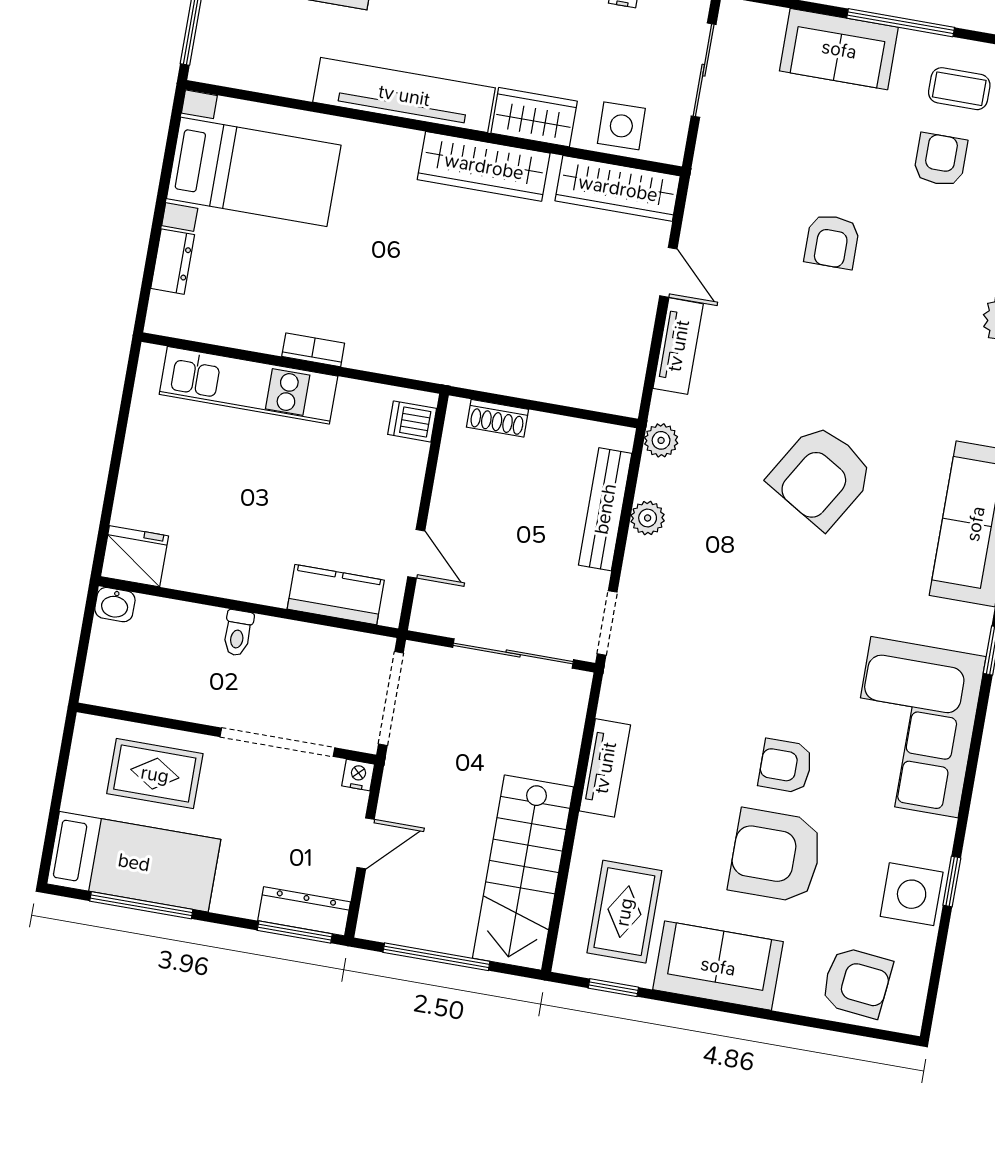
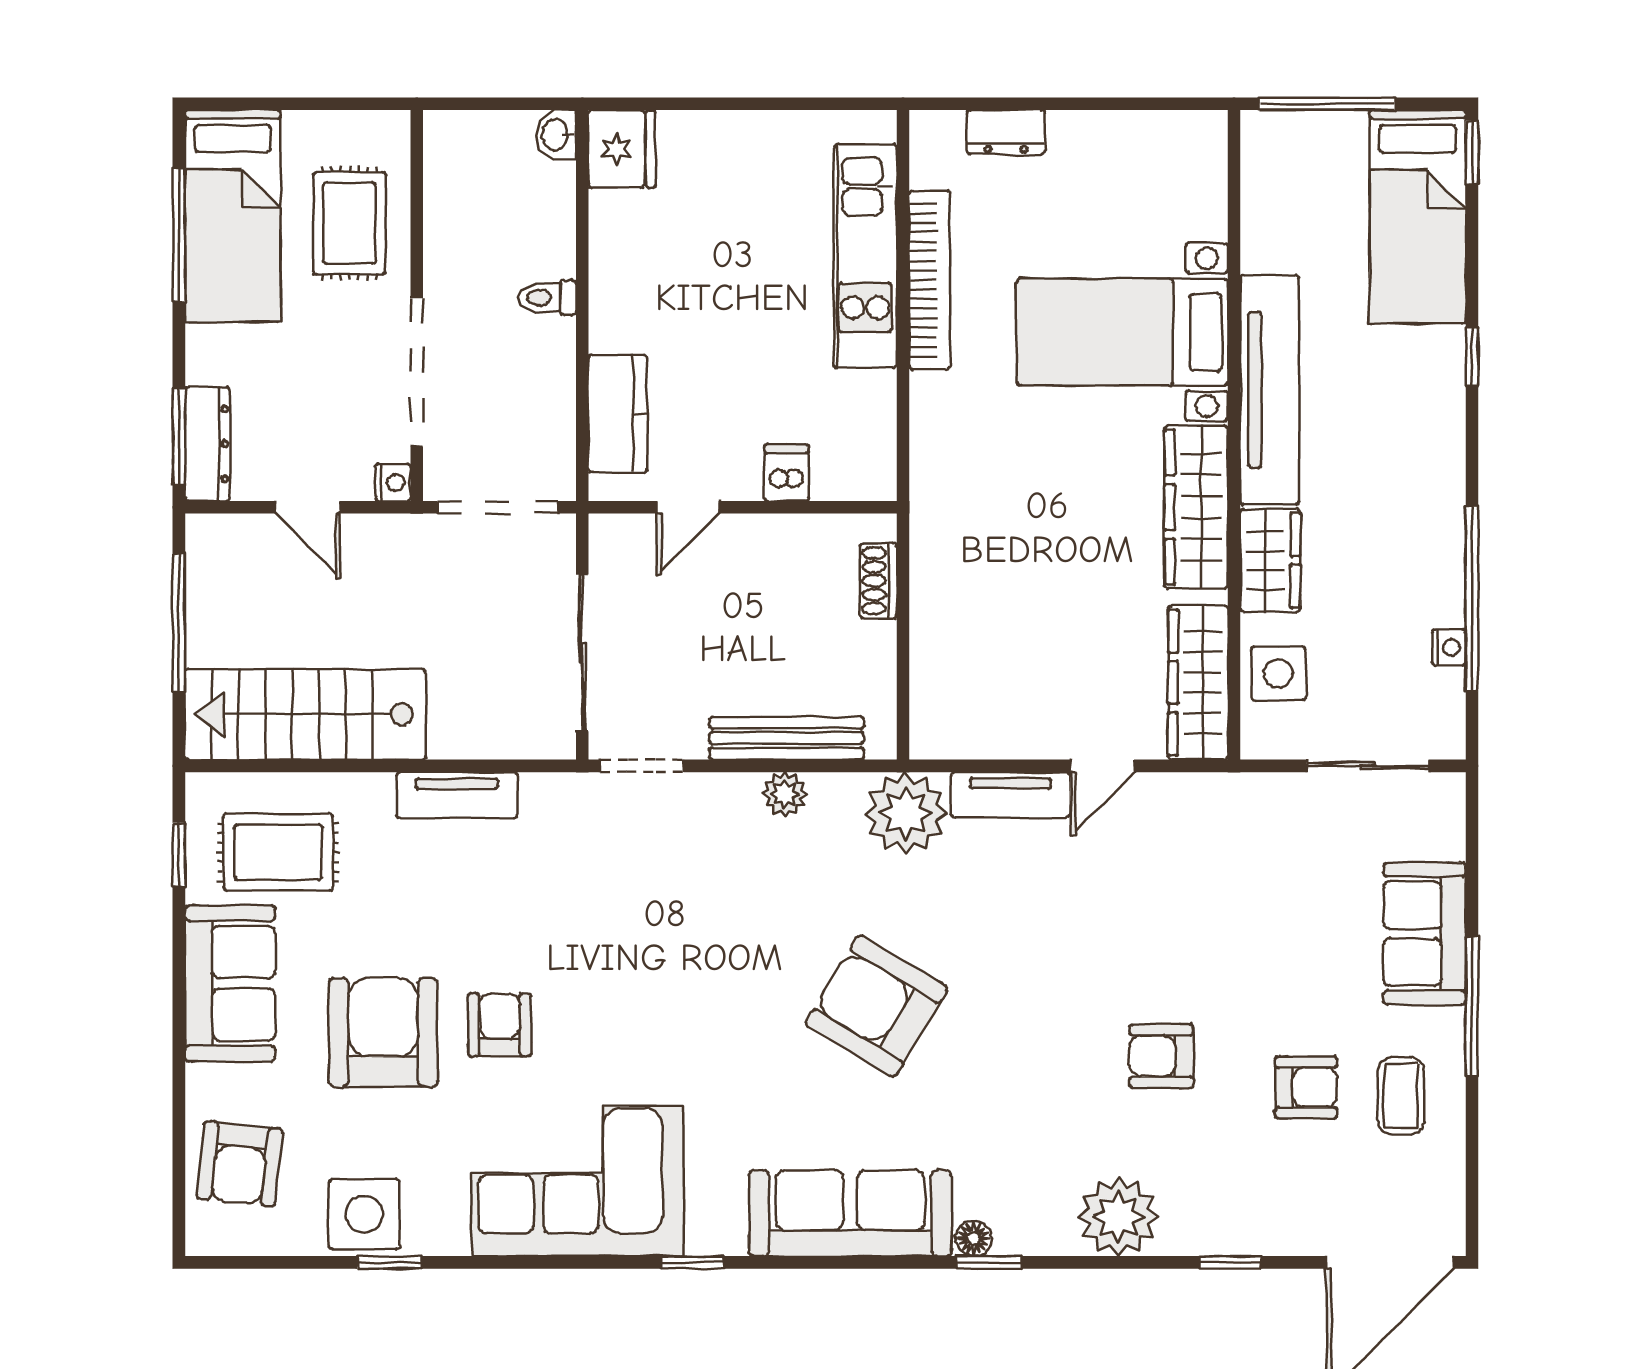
bed with nightstands: (254, 172) -> (1122, 332), moved, turned 90
armchair: (832, 241) -> (1161, 1056), moved
bookcase: (313, 350) -> (929, 280), width x2.31, depth x1.31
dishwasher: (412, 421) -> (787, 473), moved
plant: (661, 440) -> (906, 813), width x1.87, depth x1.87

